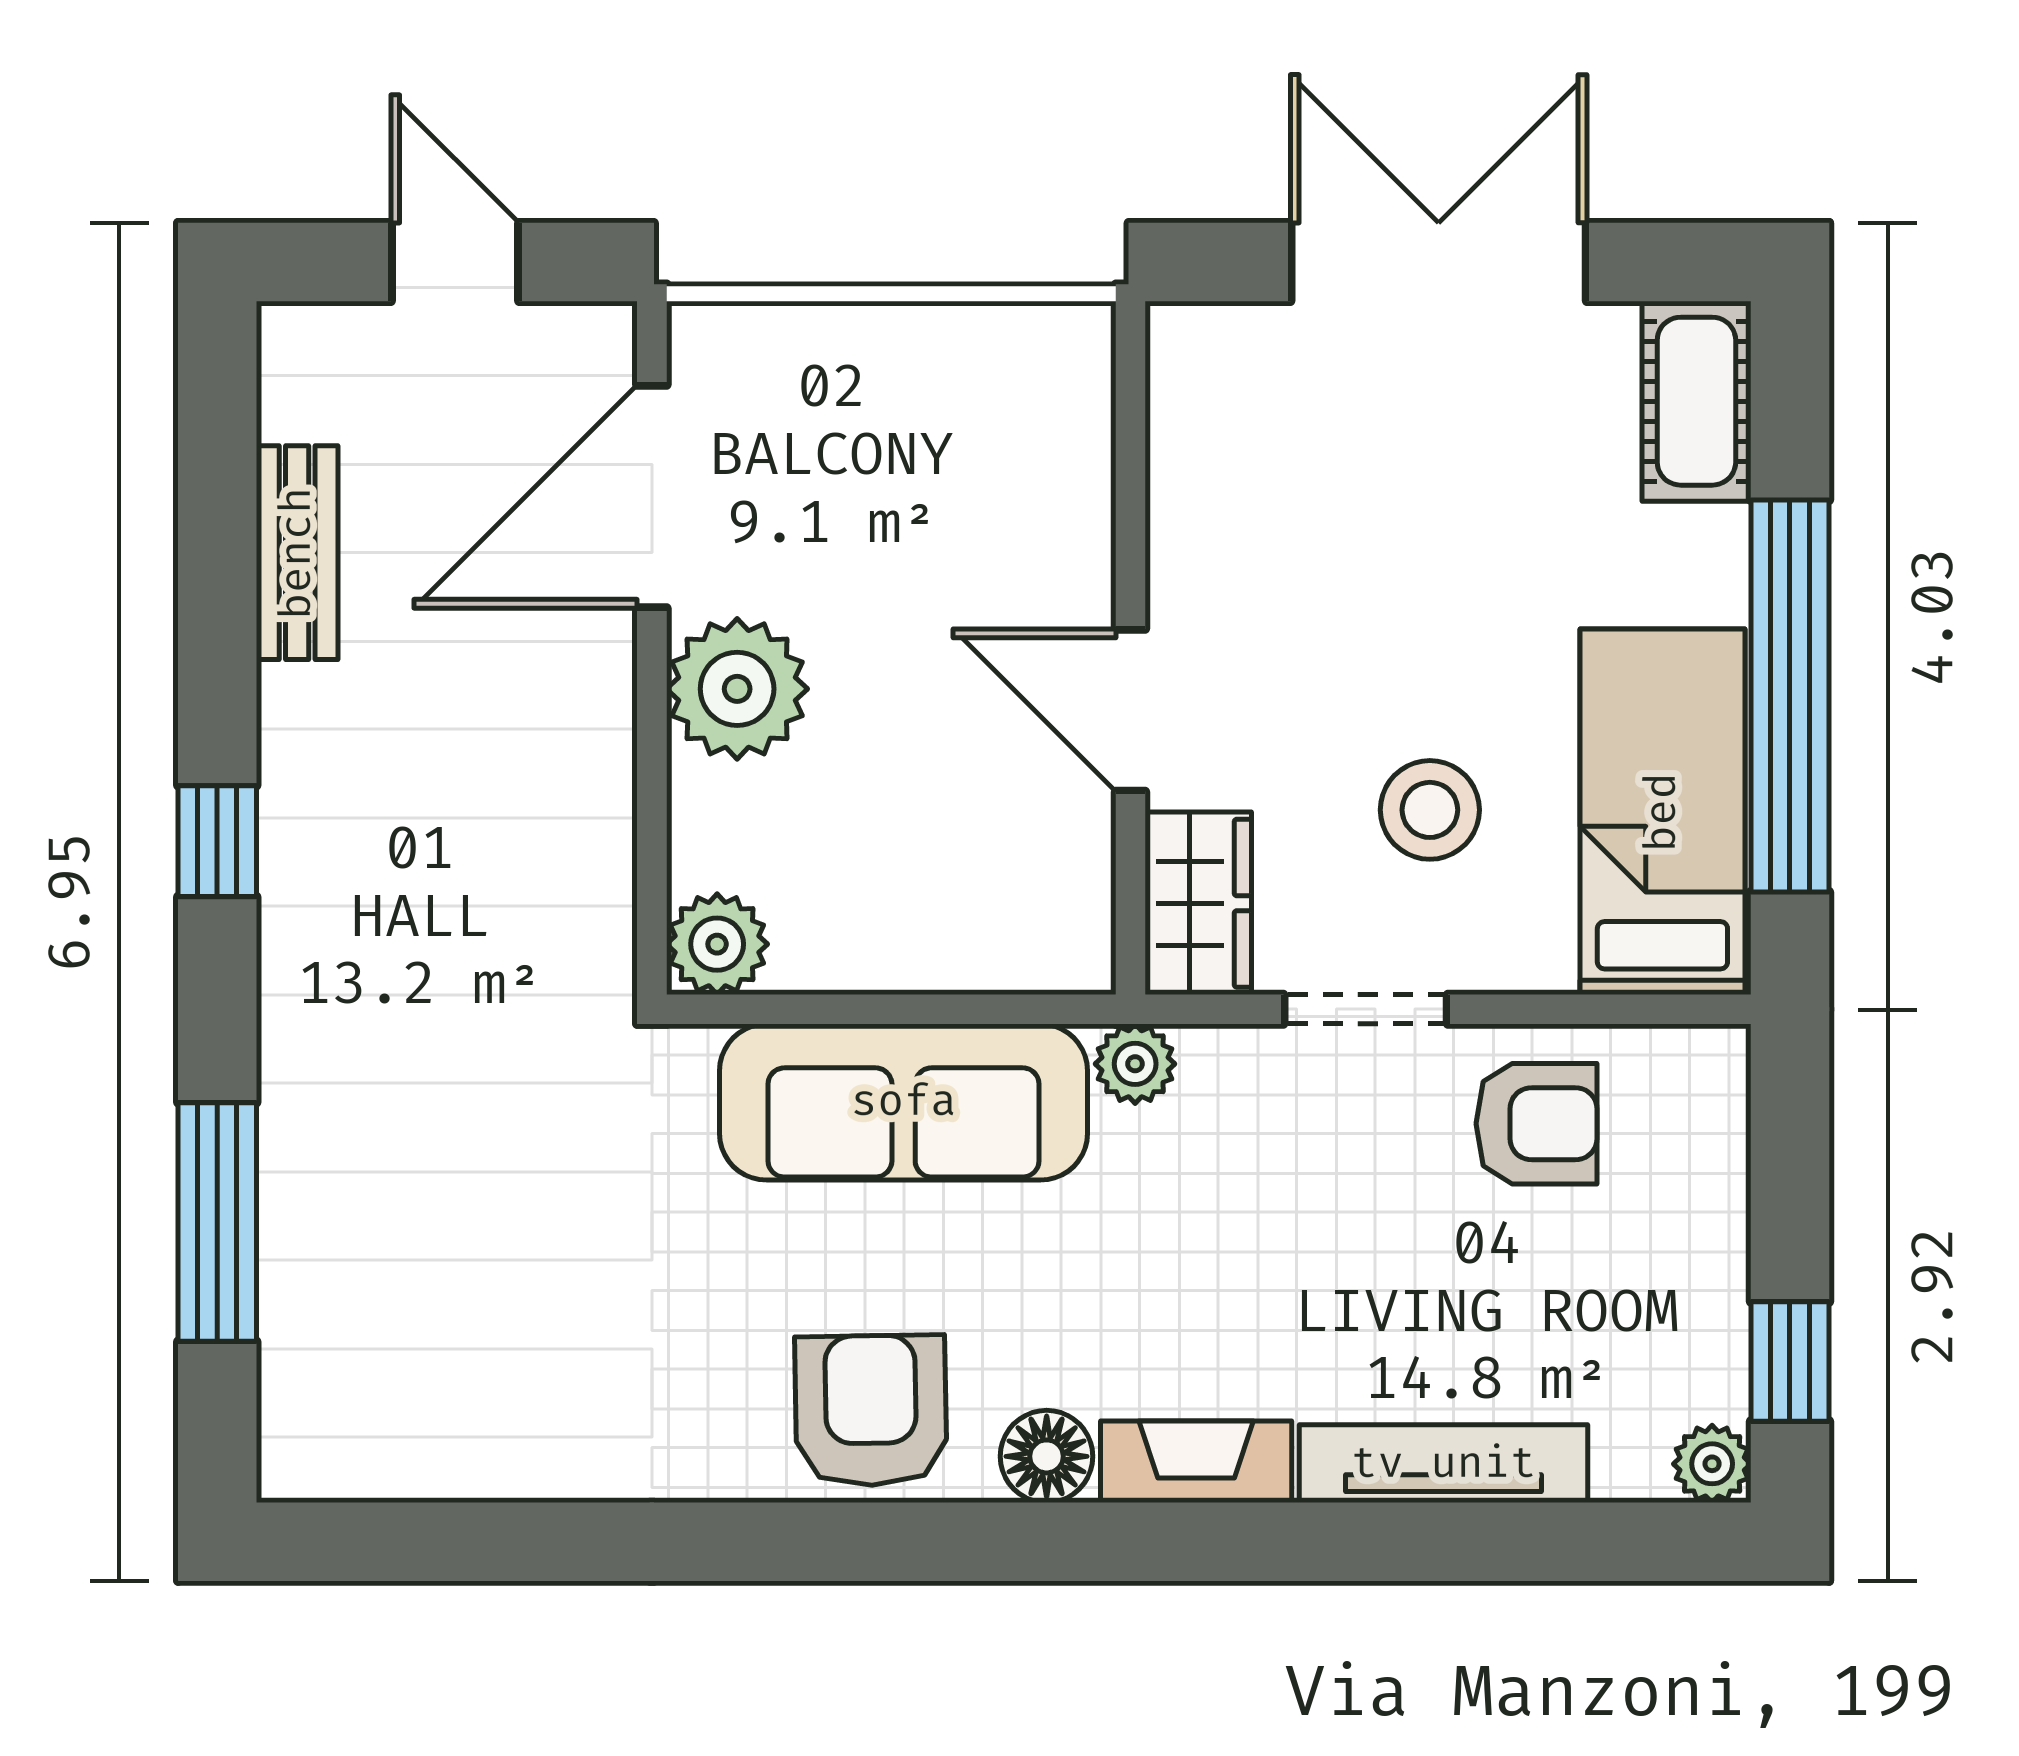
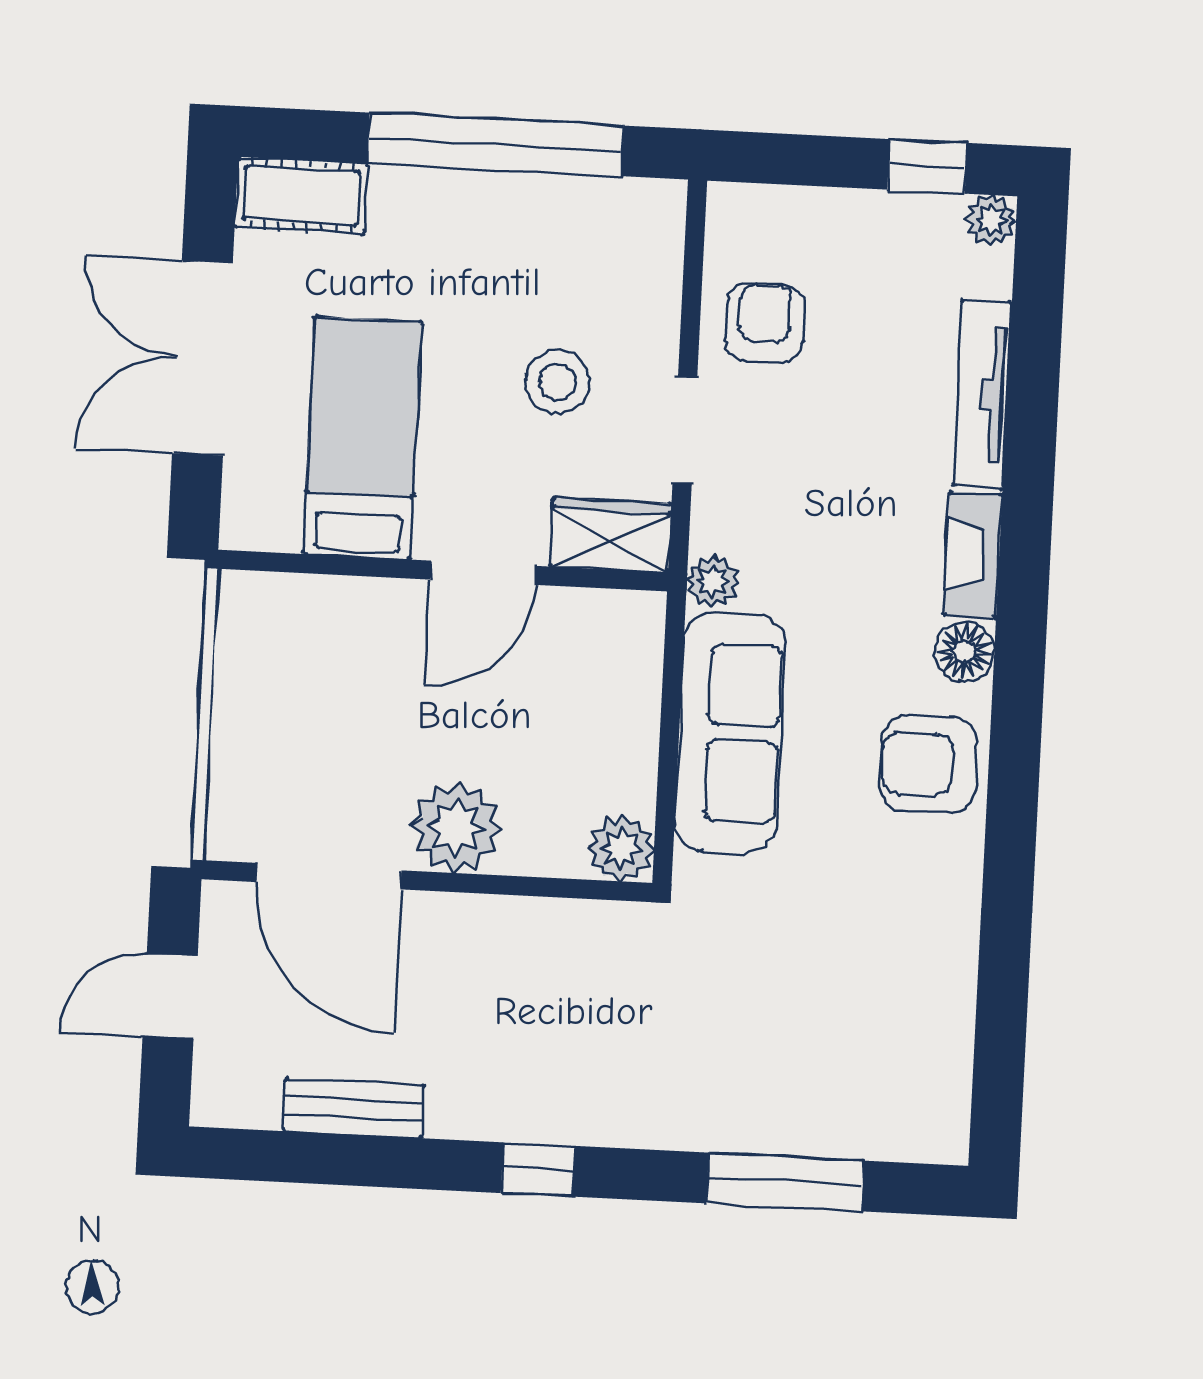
bed: (1662, 812) -> (362, 438), moved, turned 90

